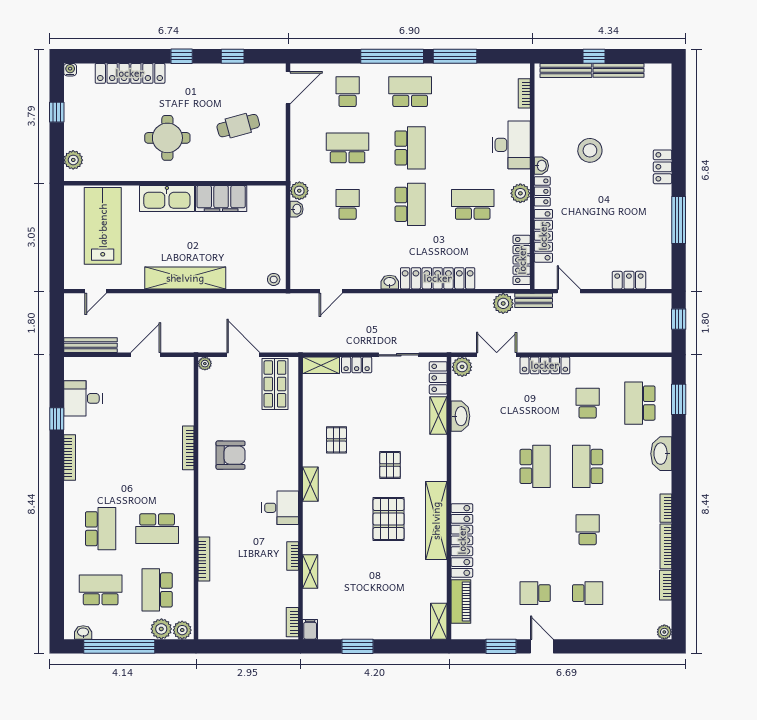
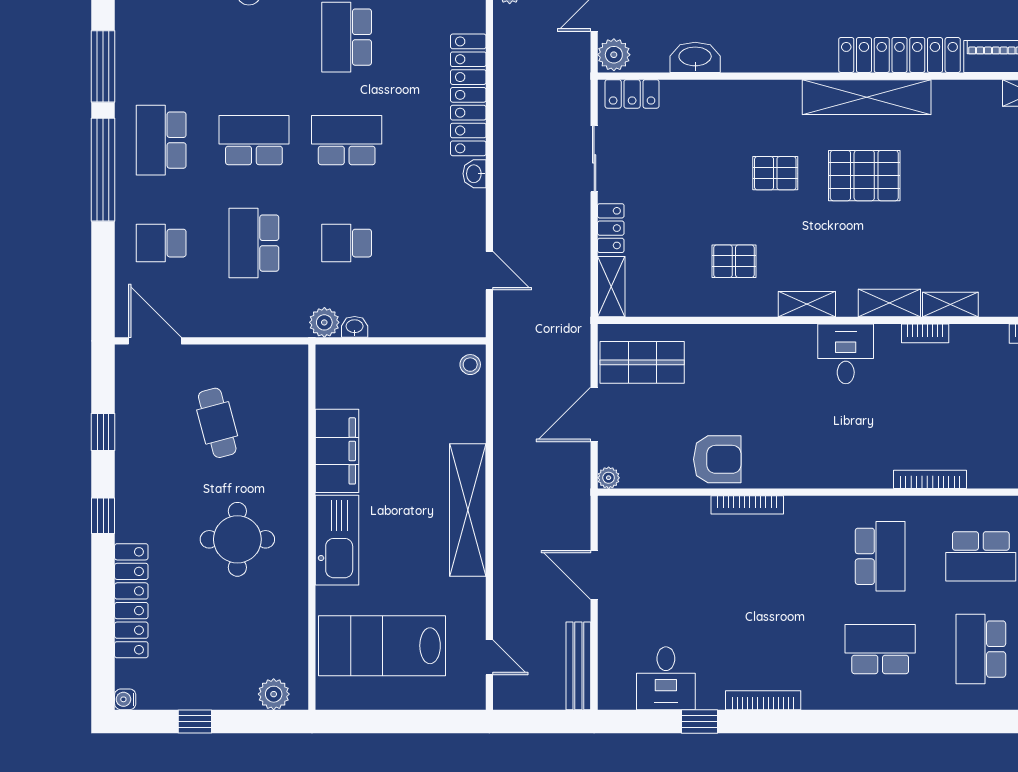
shelving: (438, 415) -> (889, 303), moved
armchair: (231, 455) -> (717, 459), moved, turned 90

